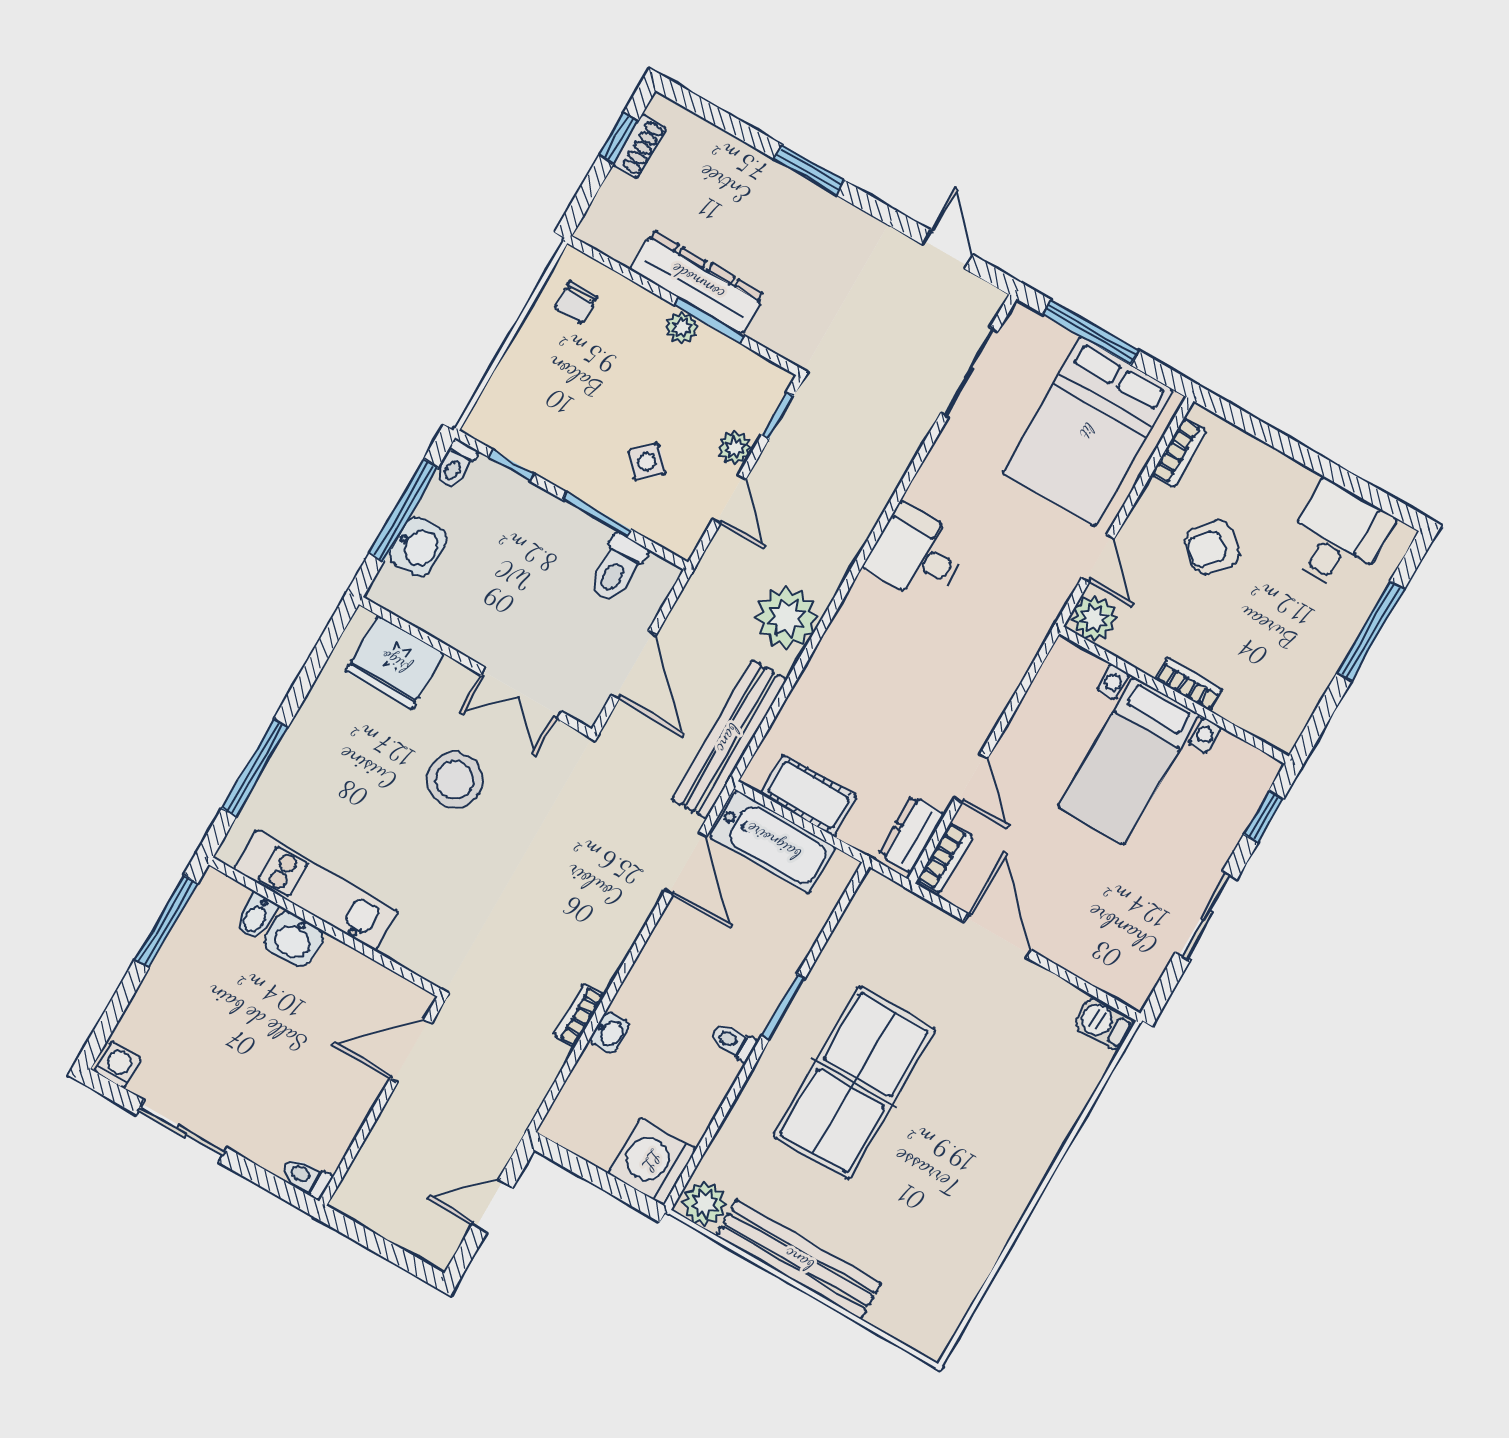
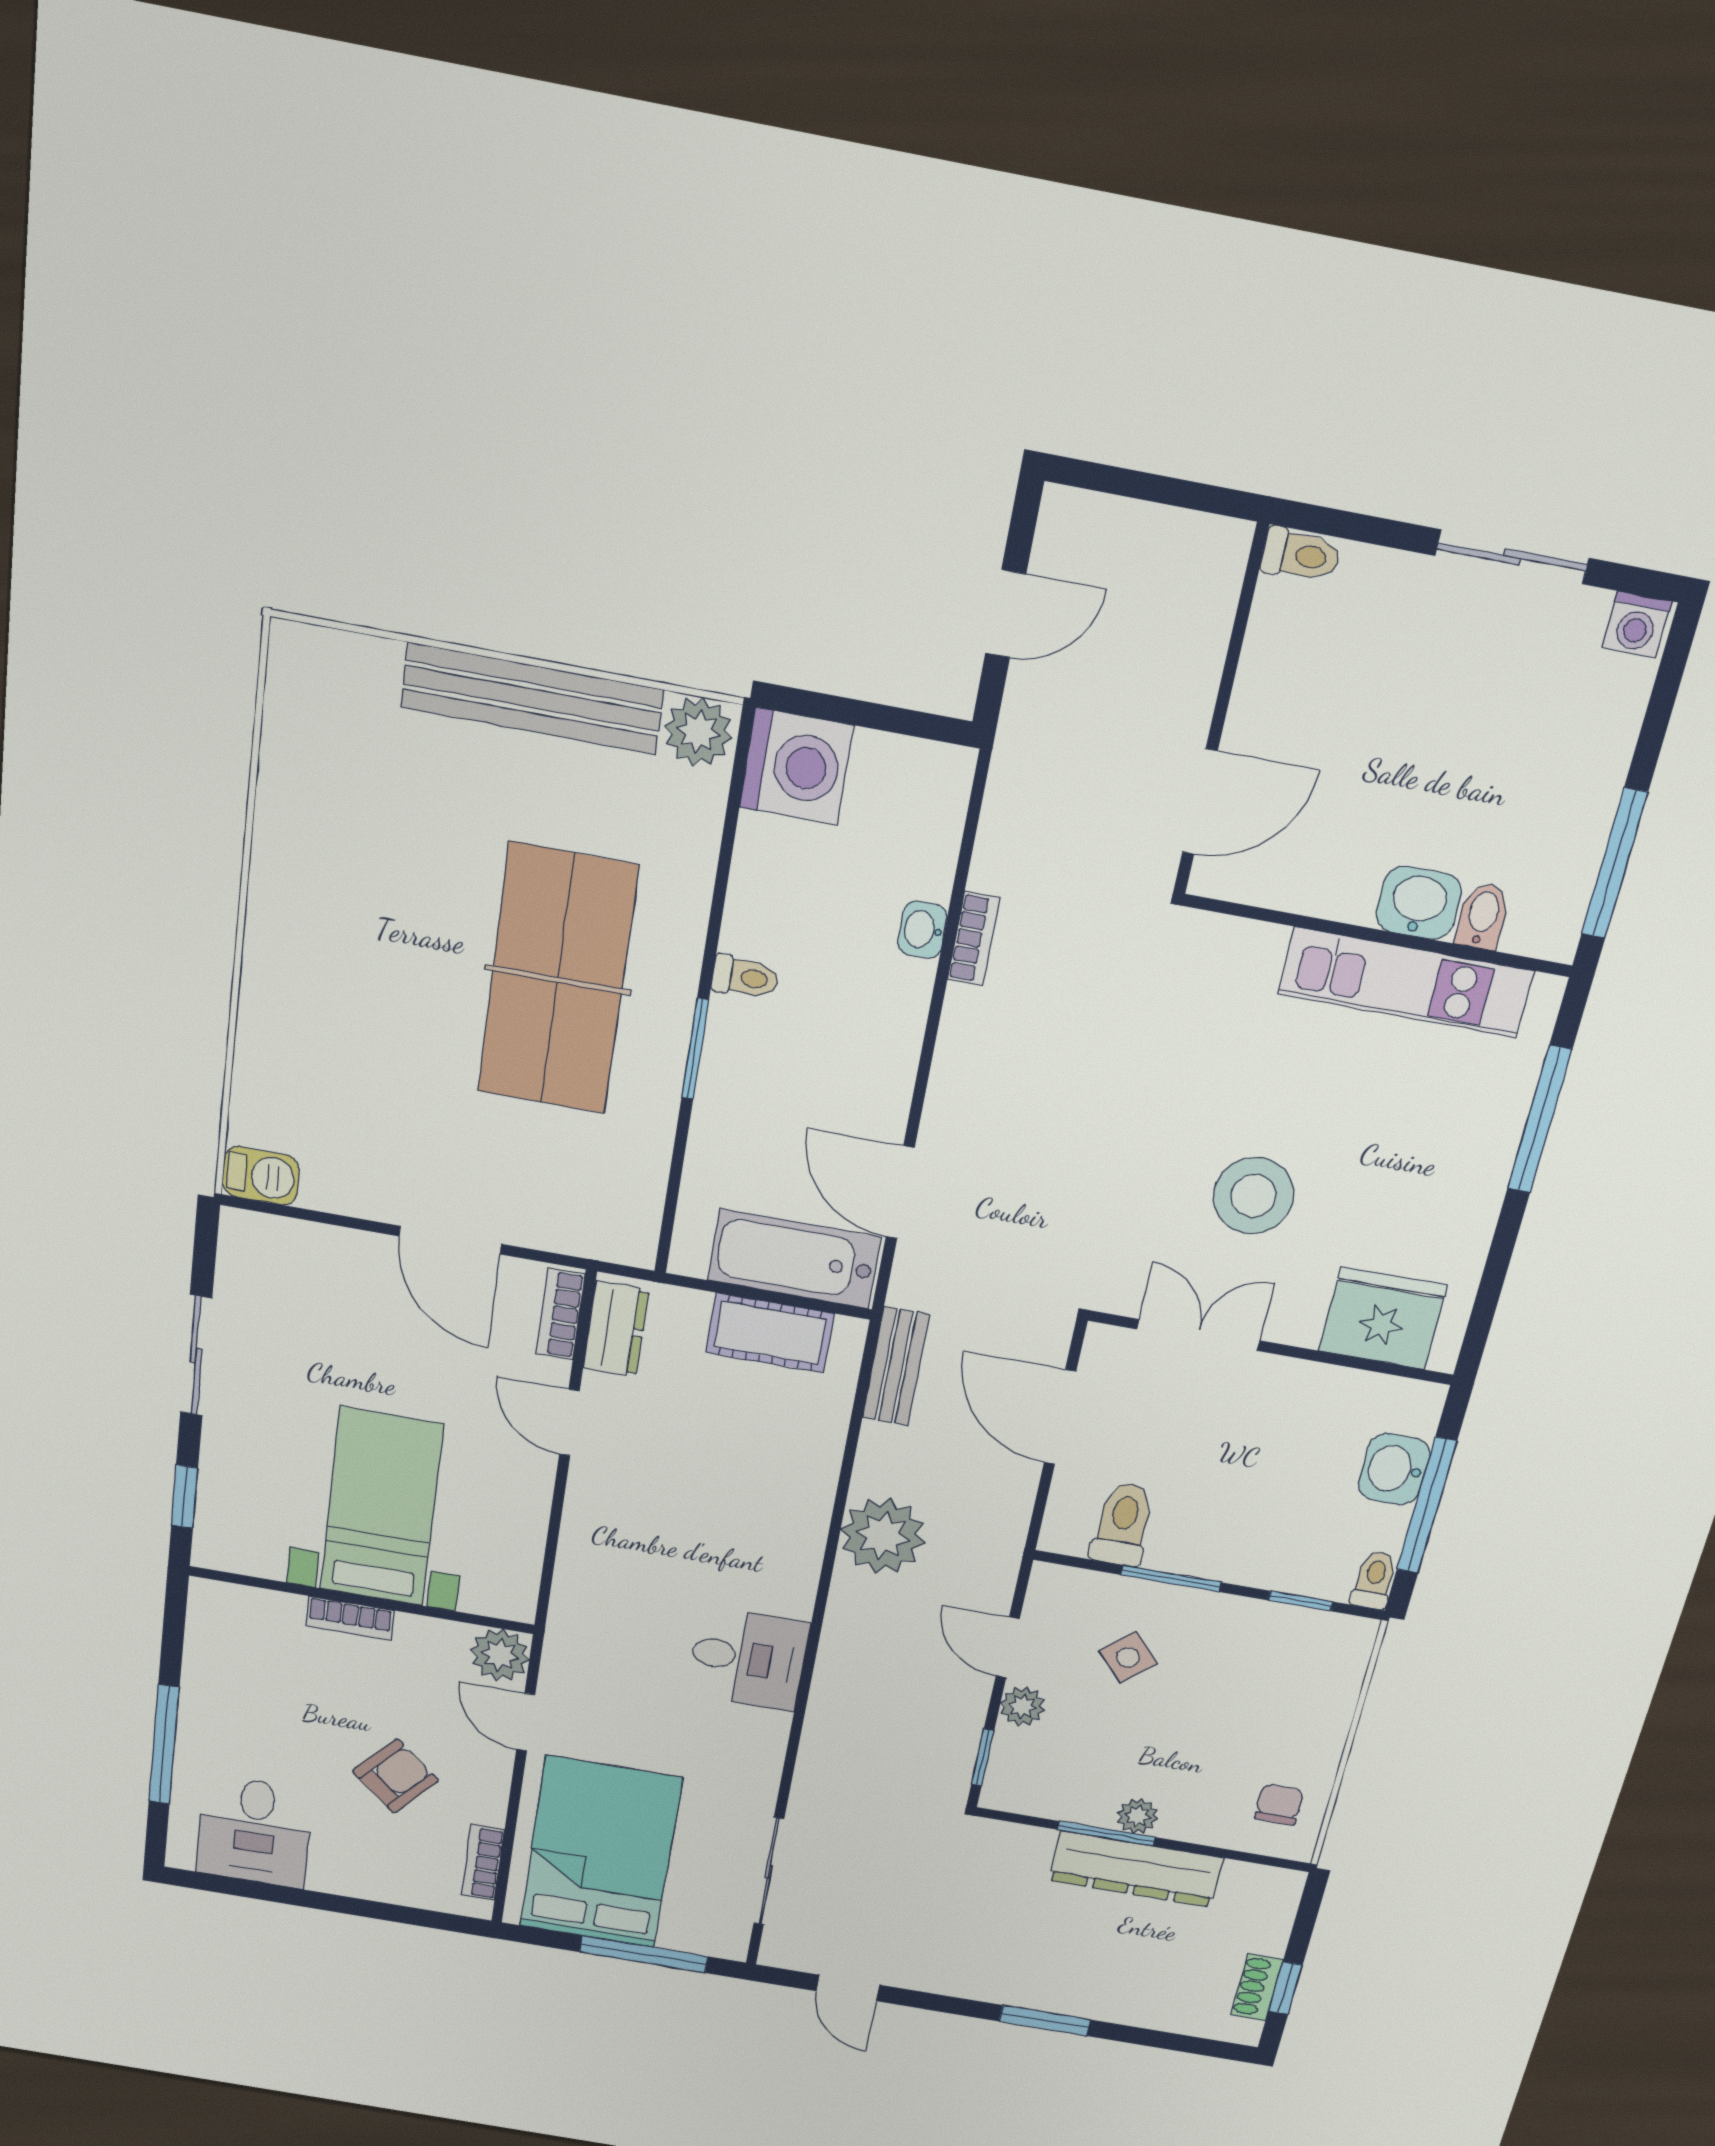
bench: (729, 739) -> (896, 1366), width x0.54, depth x0.82

